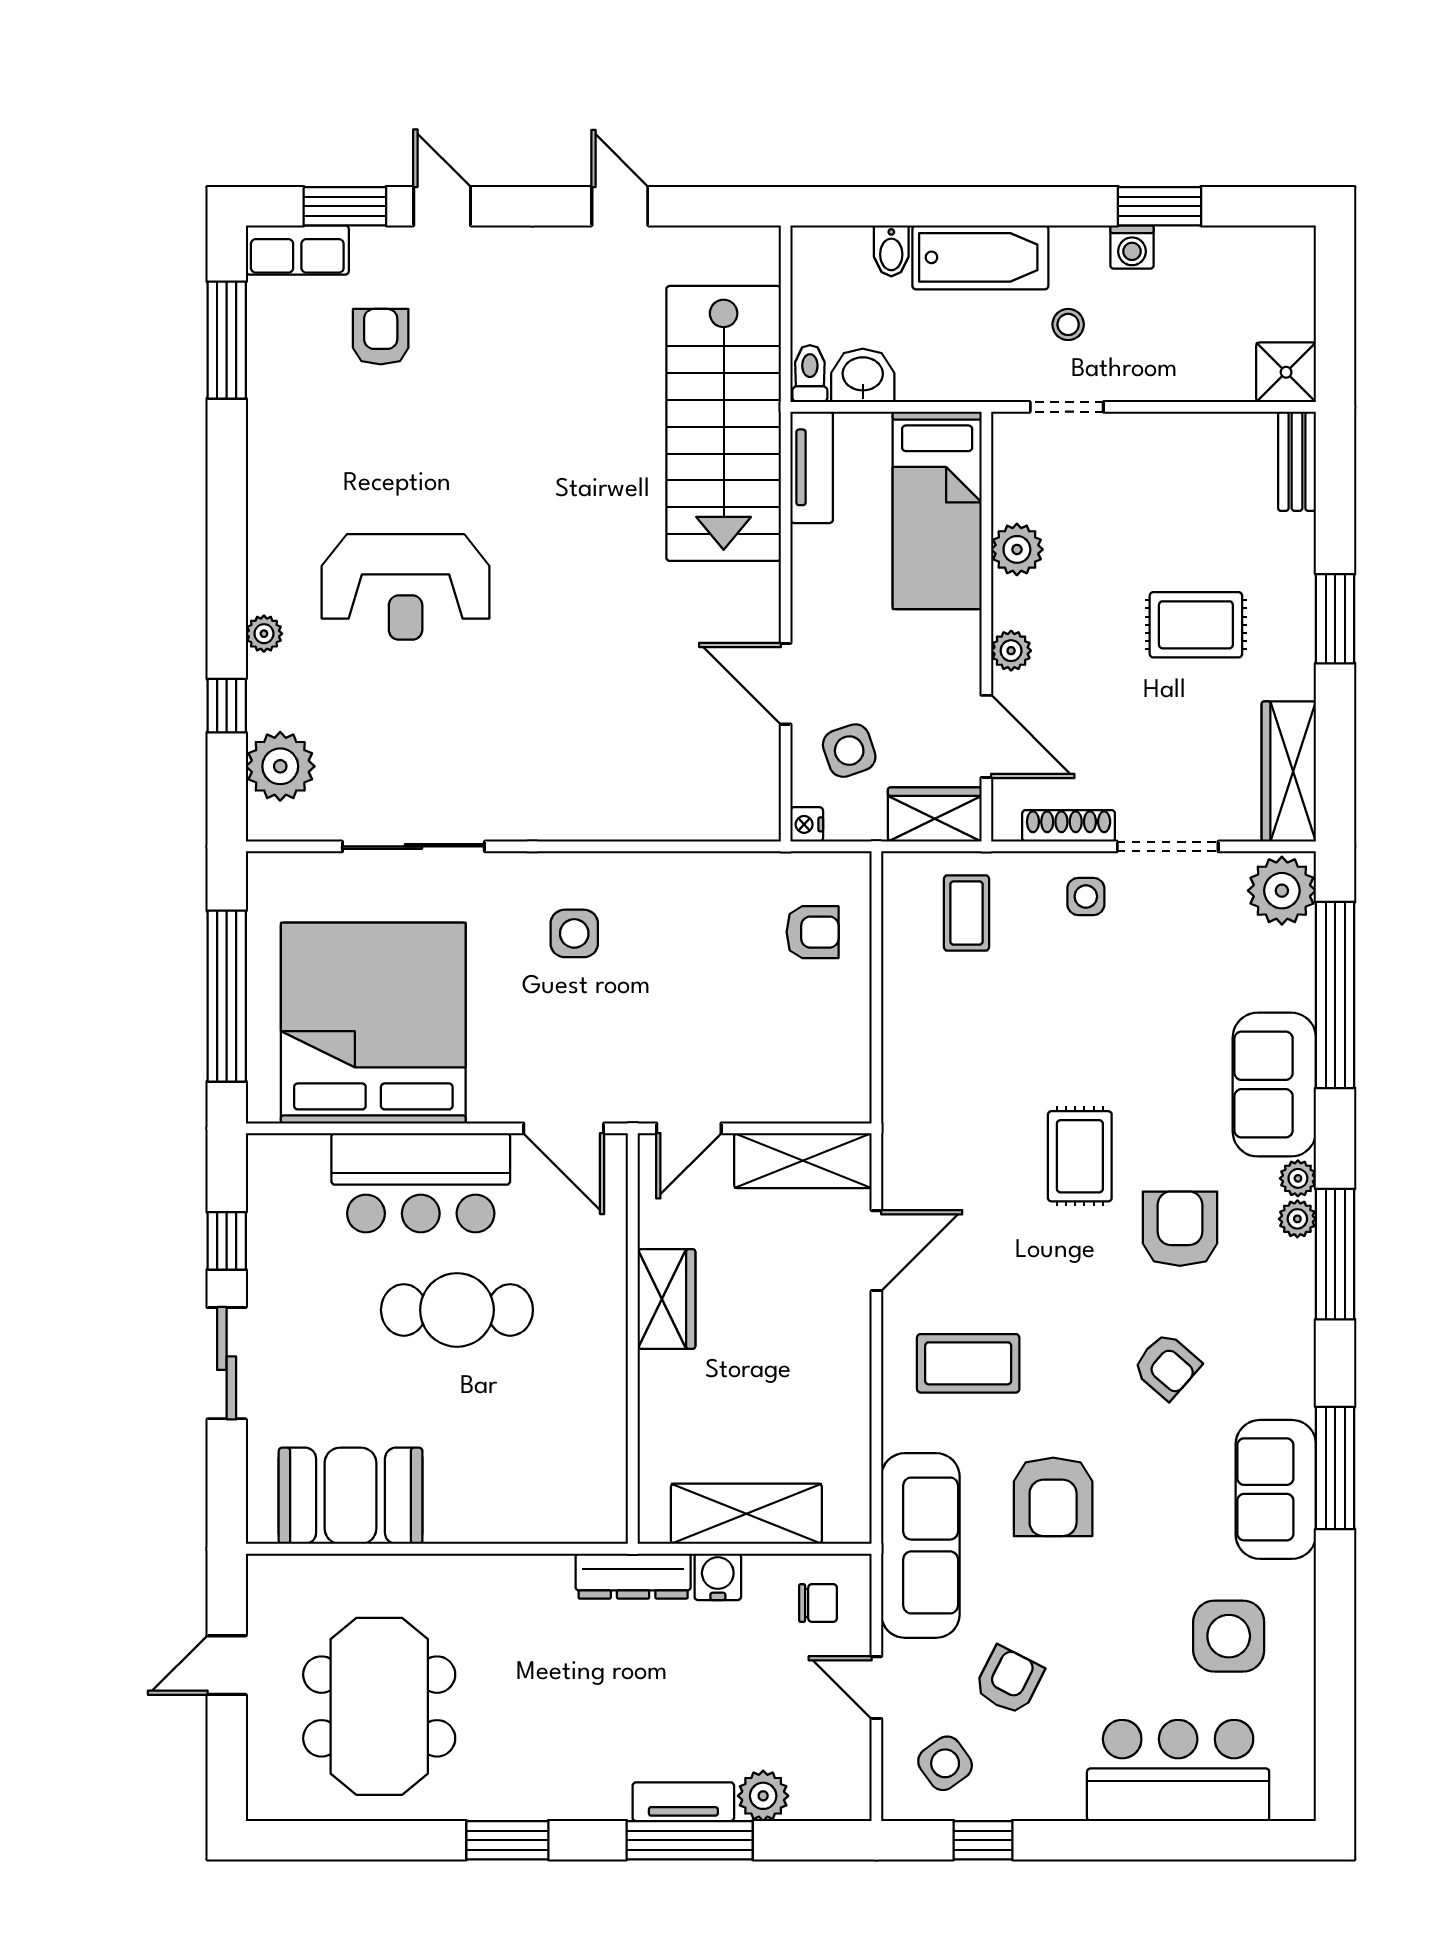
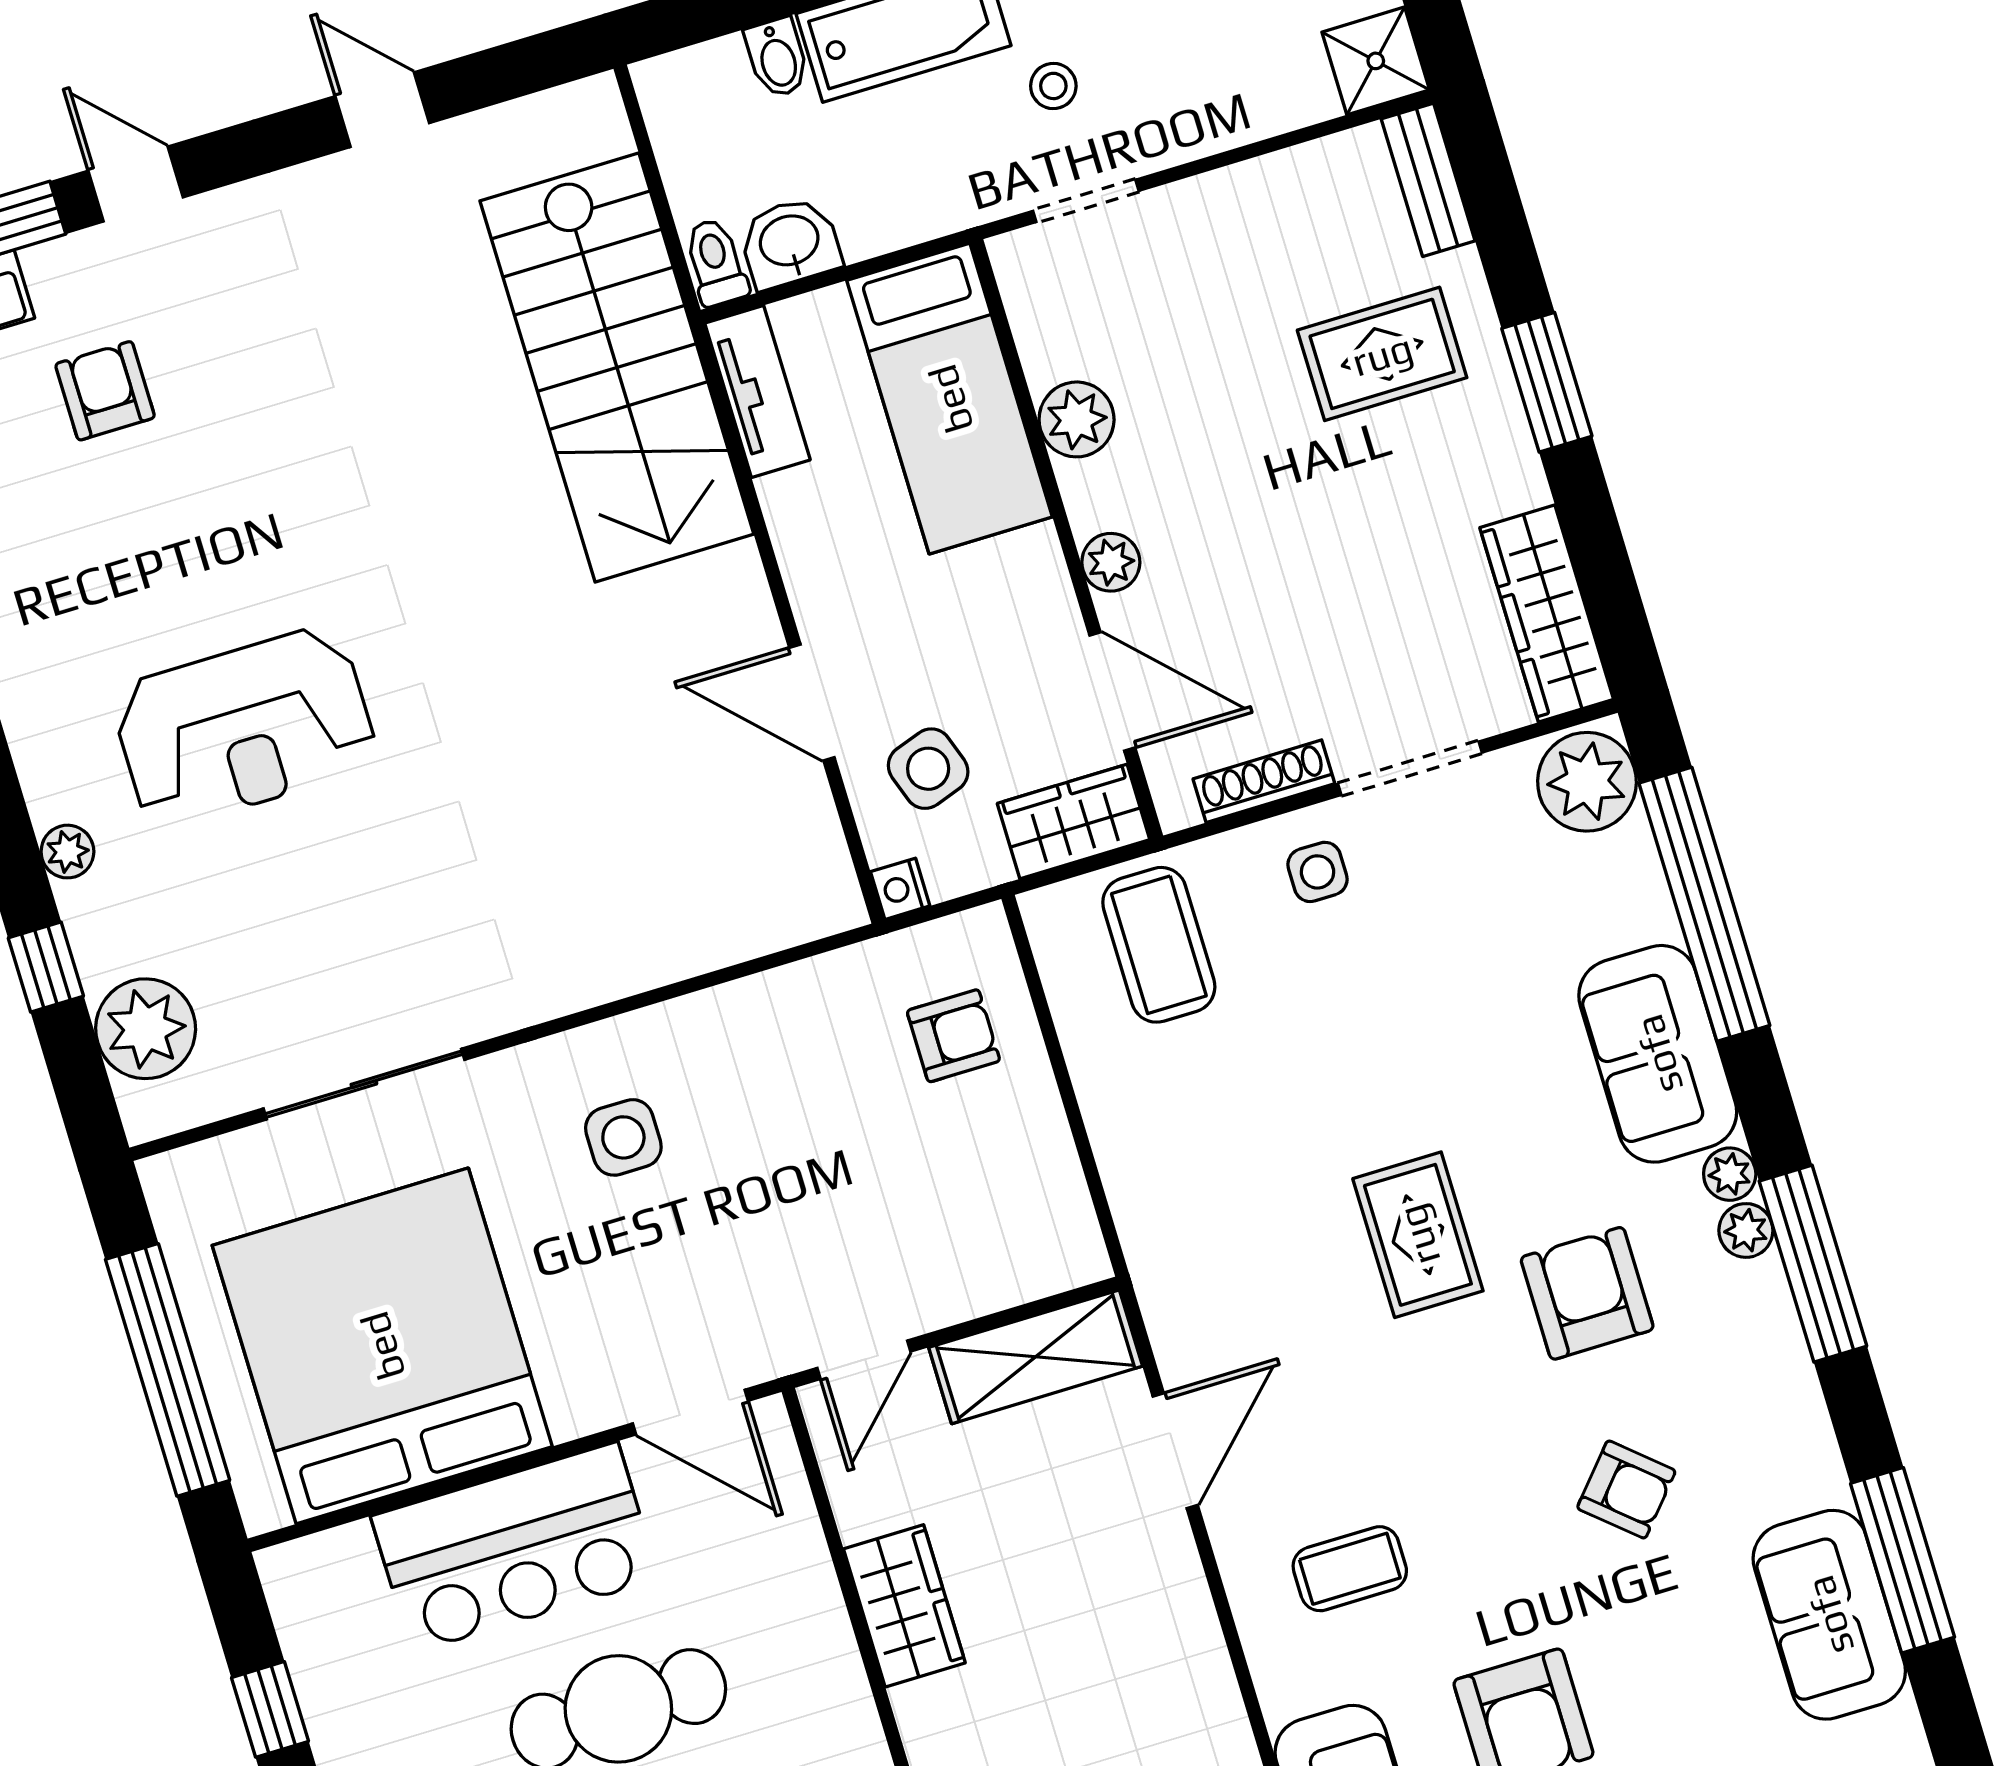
rug: (1196, 625) -> (1382, 354), moved
coffee table: (966, 913) -> (1159, 945), width x1.36, depth x1.30
coffee table: (968, 1363) -> (1350, 1569), width x0.73, depth x0.77

